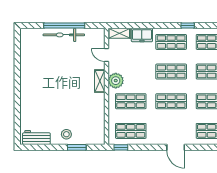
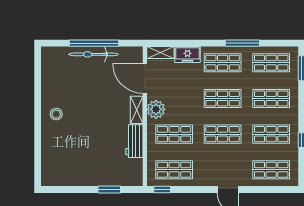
window: (188, 25) -> (242, 43), width x2.17
door: (106, 55) -> (145, 78), width x1.88
stool: (66, 134) -> (56, 114), moved
workbench: (36, 138) -> (134, 141), moved, turned -90

